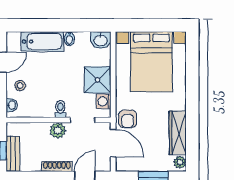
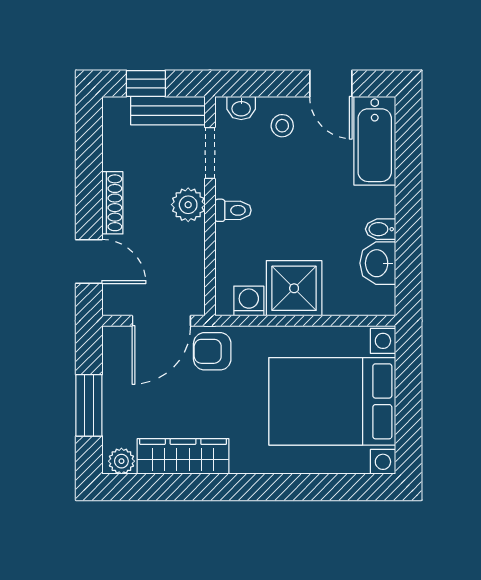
washbasin: (101, 40) -> (378, 263), moved
bathtub: (42, 42) -> (375, 141), moved
doorway: (83, 120) -> (210, 153), moved
bench: (13, 154) -> (168, 111), moved

